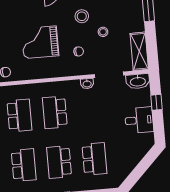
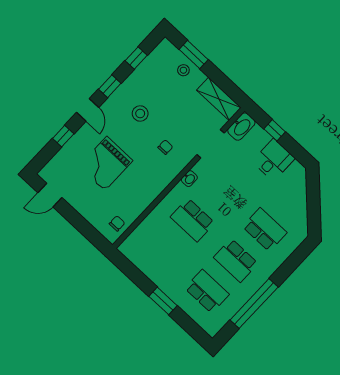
stool: (103, 32) -> (183, 70), moved
grand piano: (40, 42) -> (106, 163), moved
washbasin: (87, 84) -> (189, 179), moved
school desk: (19, 115) -> (164, 251), removed

